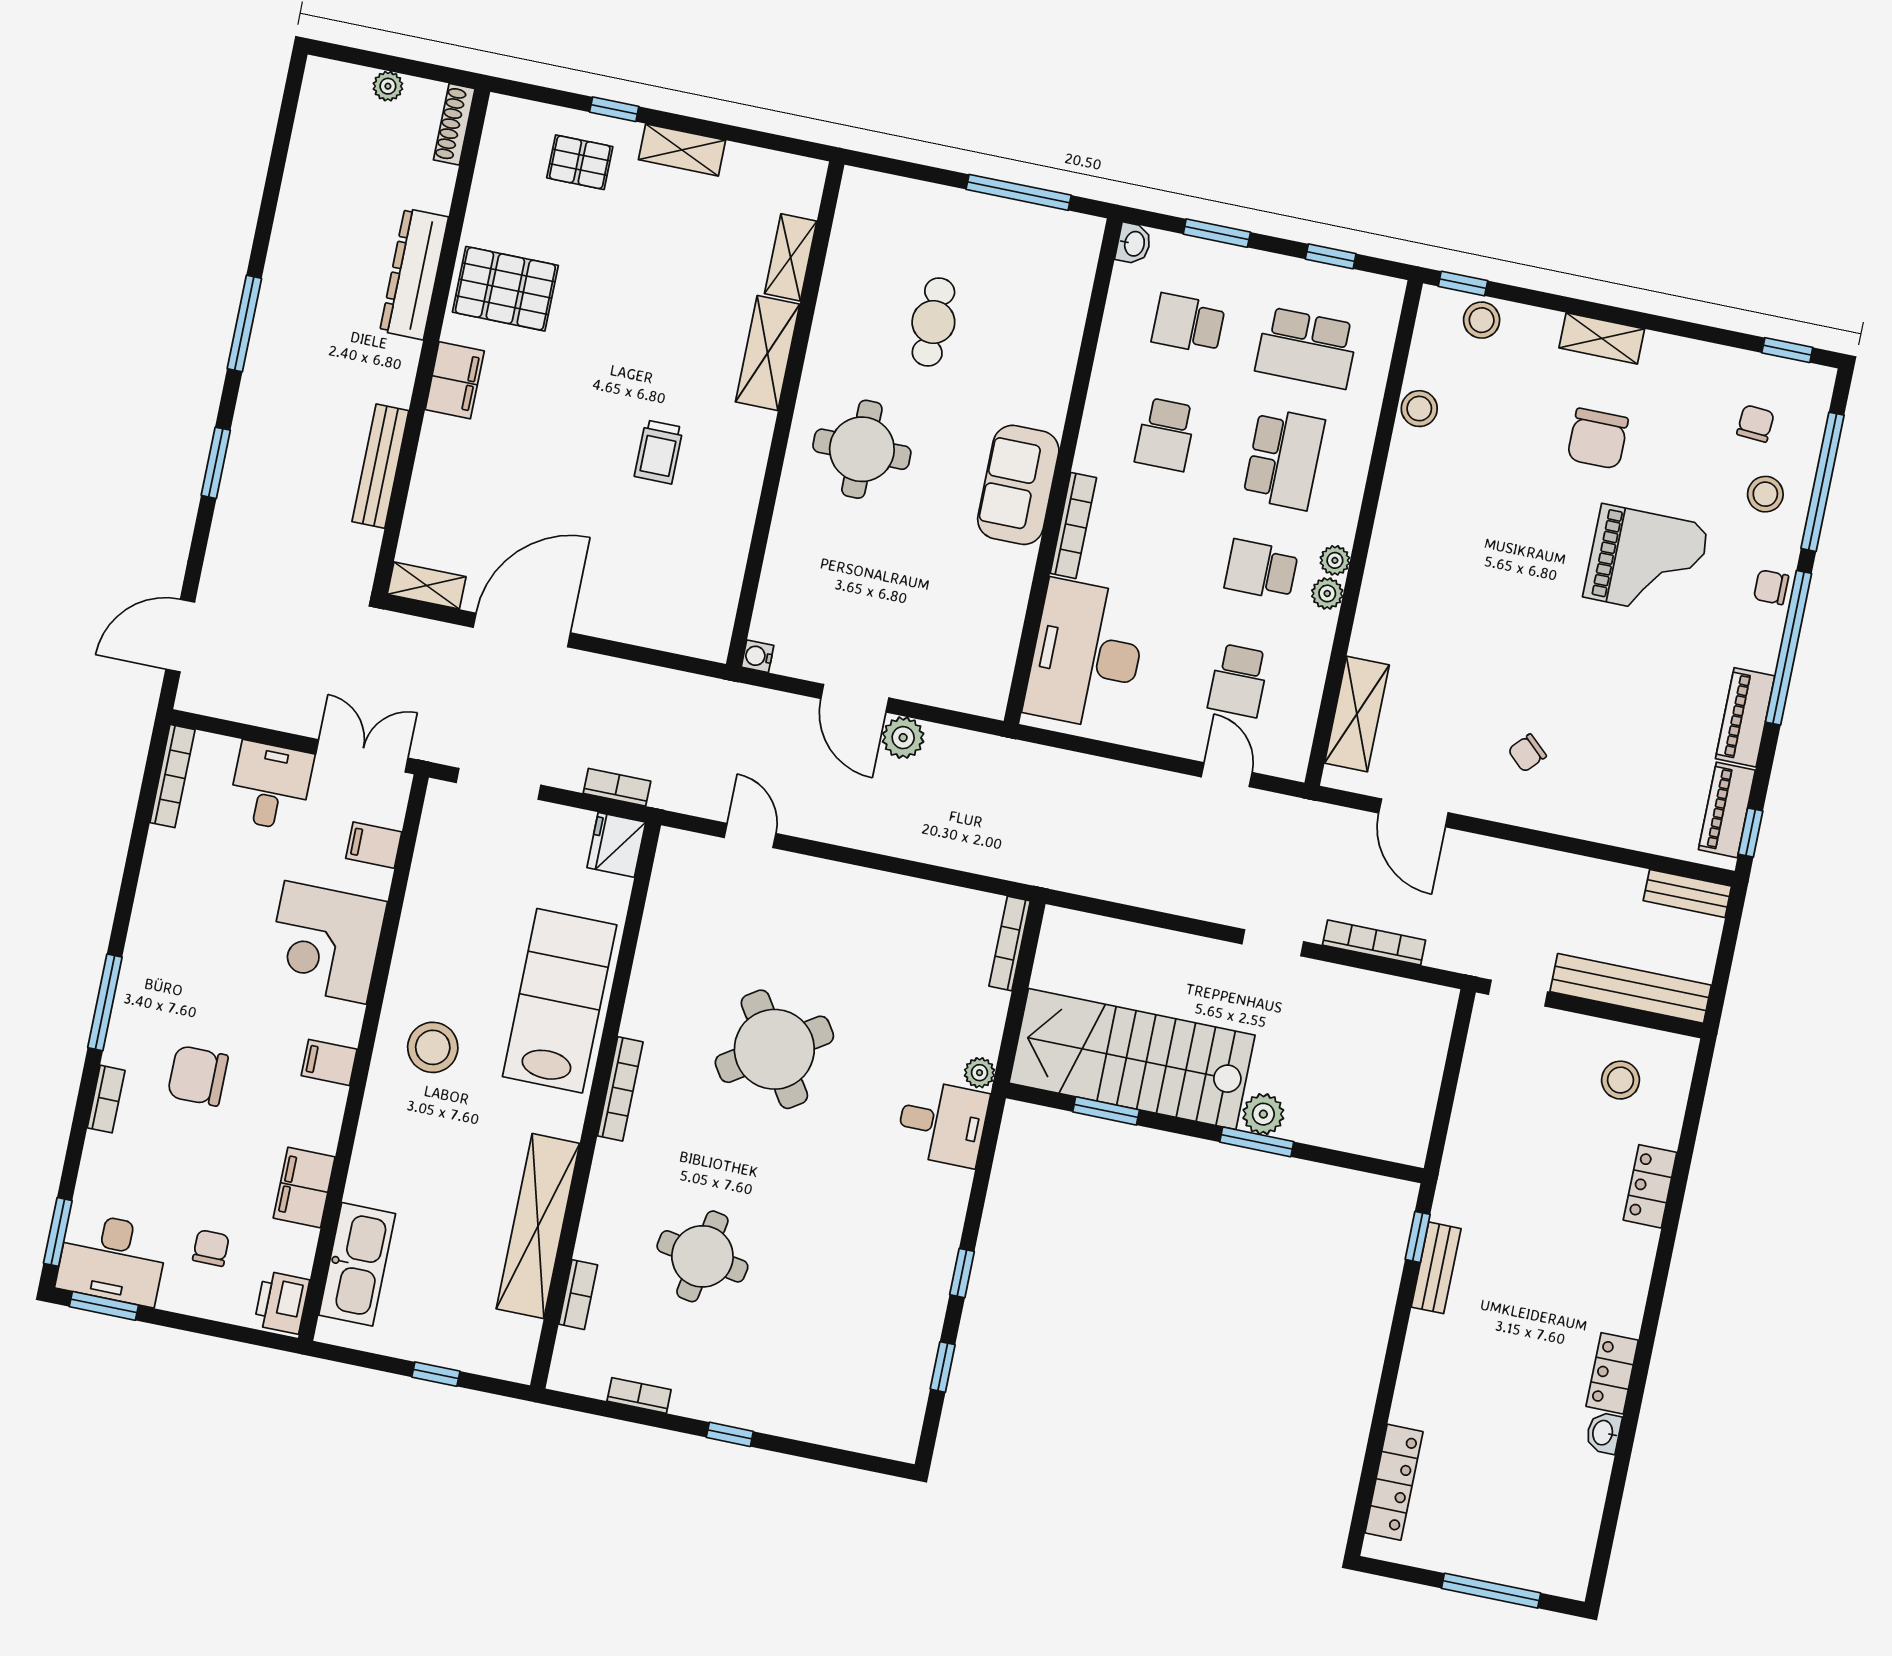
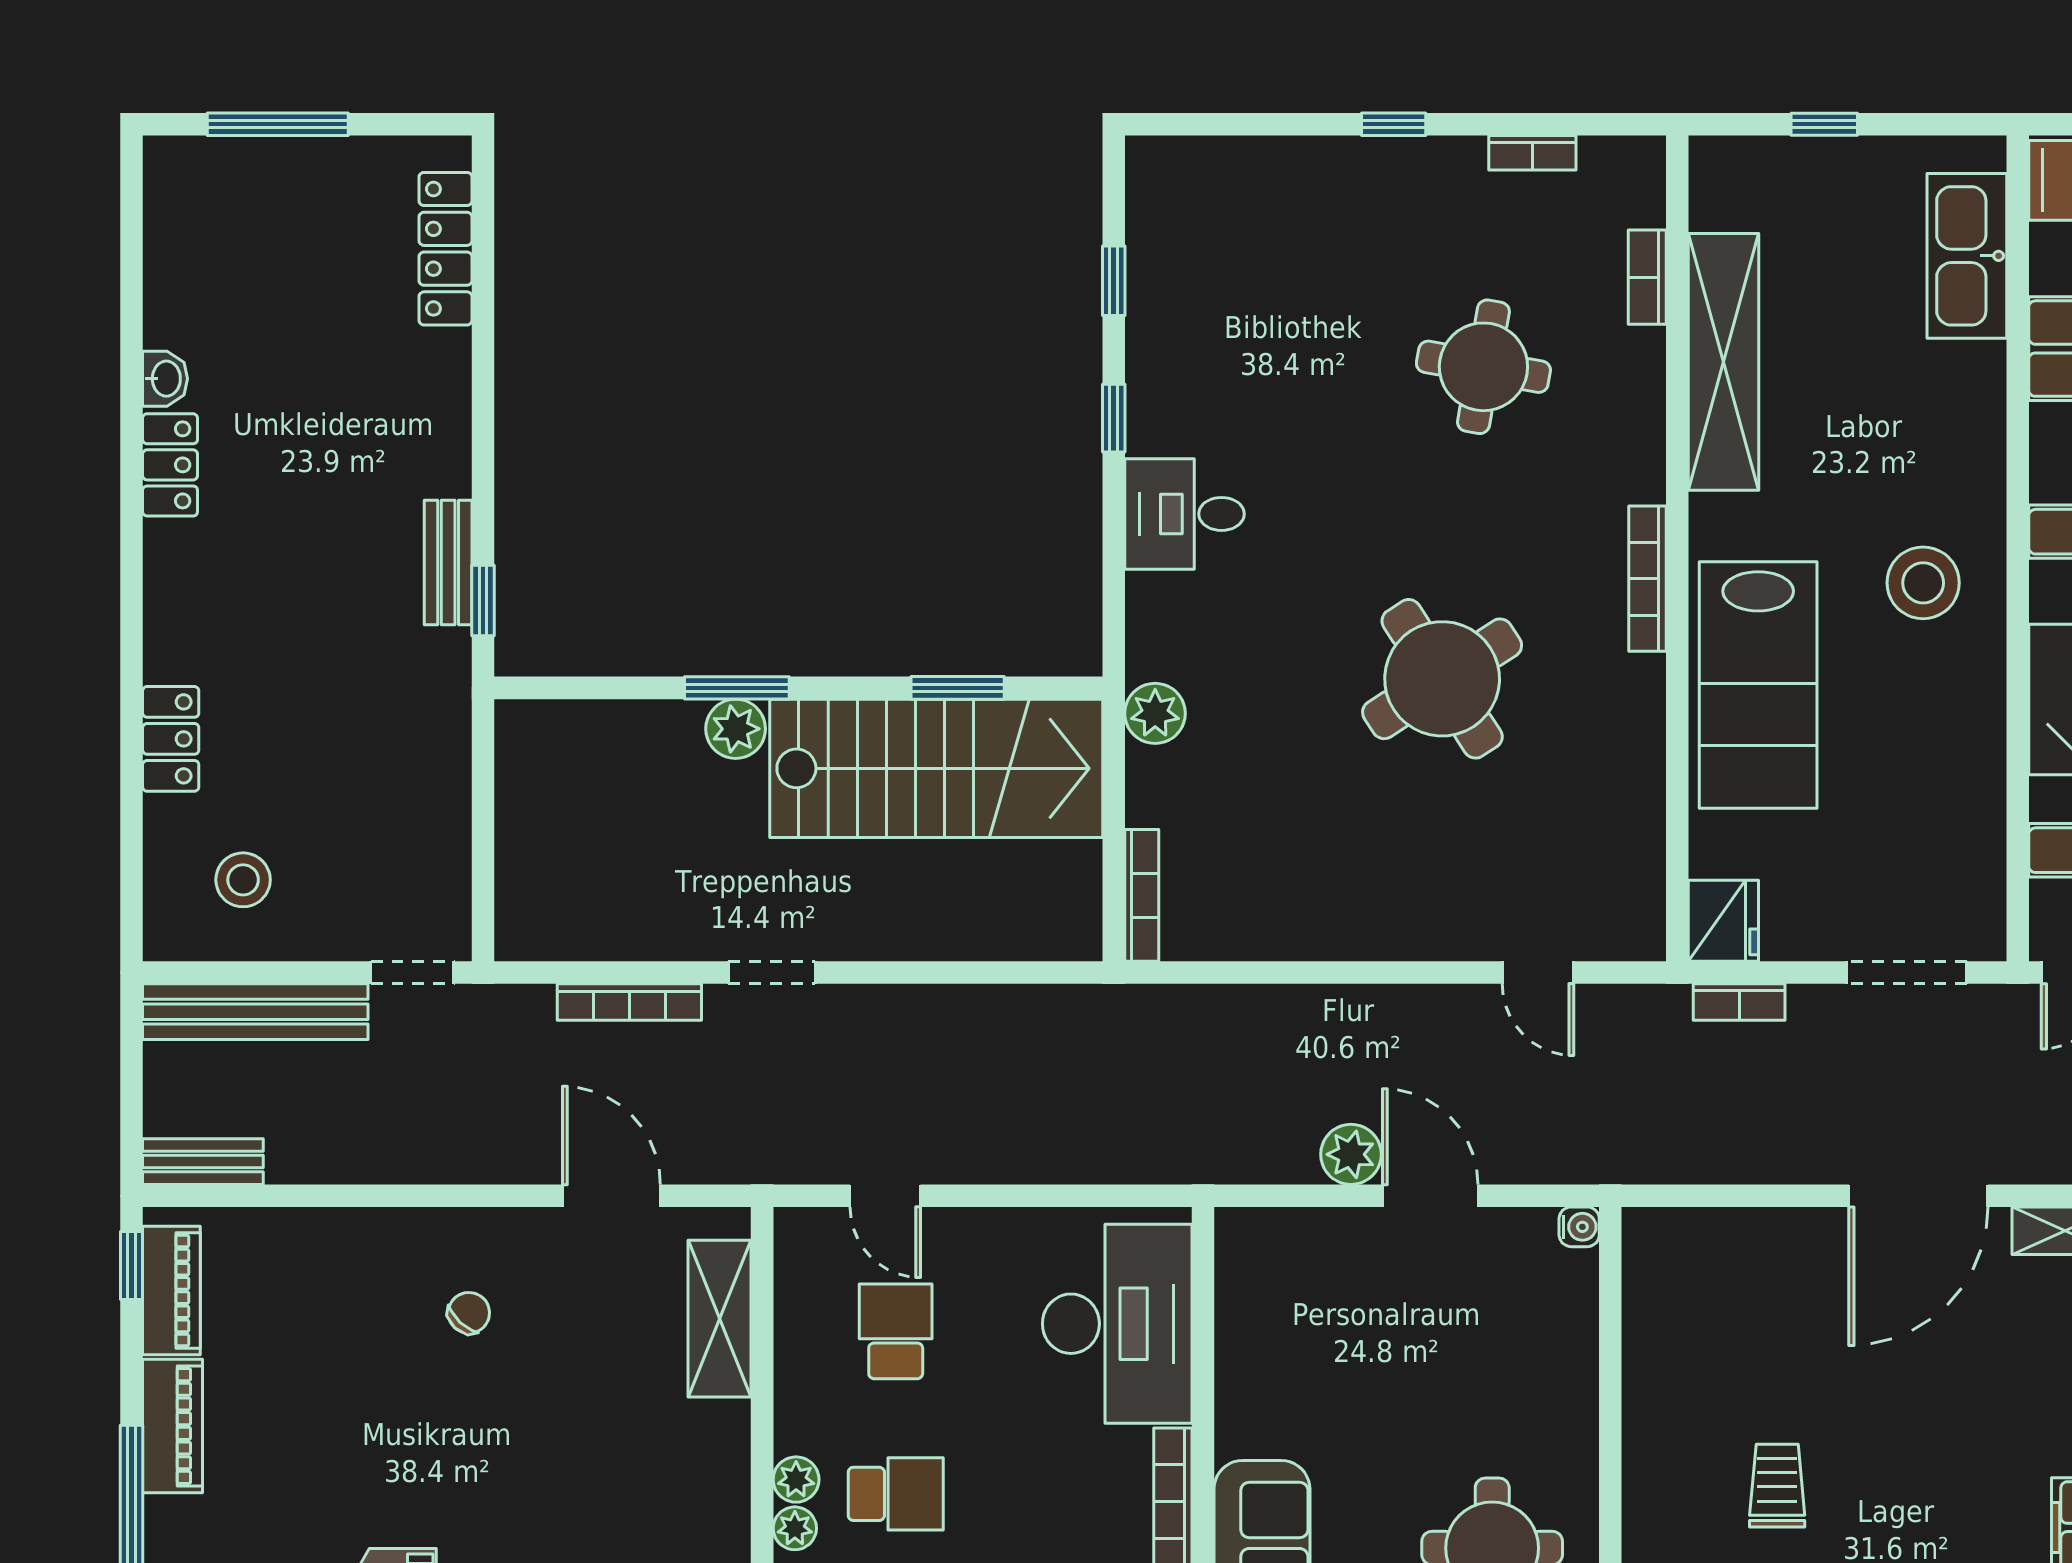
plant: (979, 1073) -> (1155, 713), width x1.38, depth x1.38
desk: (942, 1123) -> (1185, 514), moved

